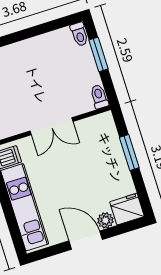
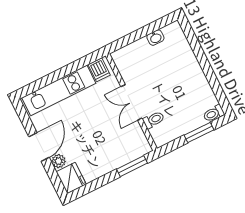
toilet: (99, 97) -> (154, 120), moved
window: (129, 153) -> (132, 166), moved

